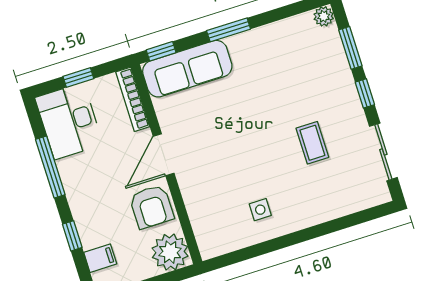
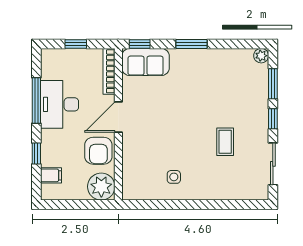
sofa: (187, 69) -> (146, 62), width x0.73
desk: (69, 121) -> (60, 104), moved

